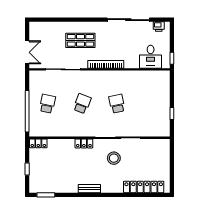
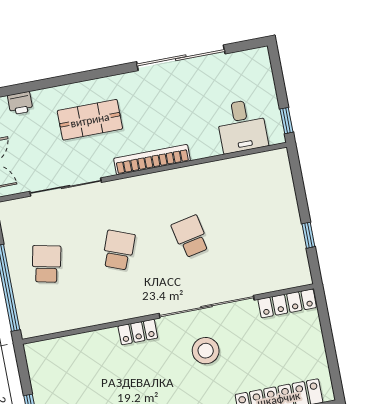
printer: (159, 26) -> (20, 103), moved
locker: (38, 143) -> (287, 303), moved, width x1.53

